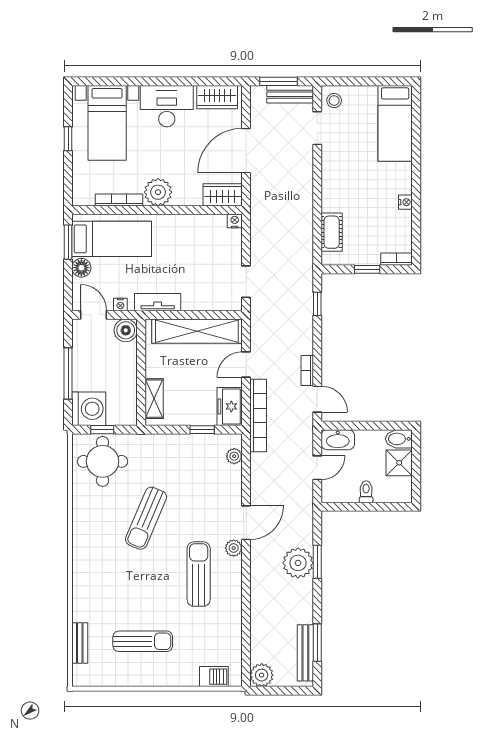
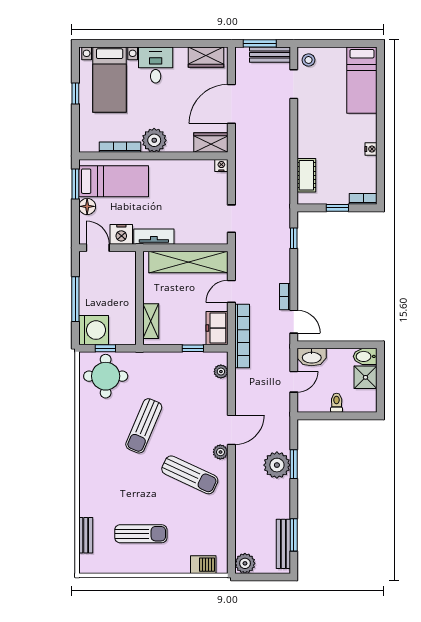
desk: (167, 106) -> (156, 65), width x0.73
nightstand: (120, 305) -> (121, 234), width x1.89, depth x1.79
boiler: (126, 330) -> (126, 261), removed
sun lounger: (199, 574) -> (190, 475), turned 115

